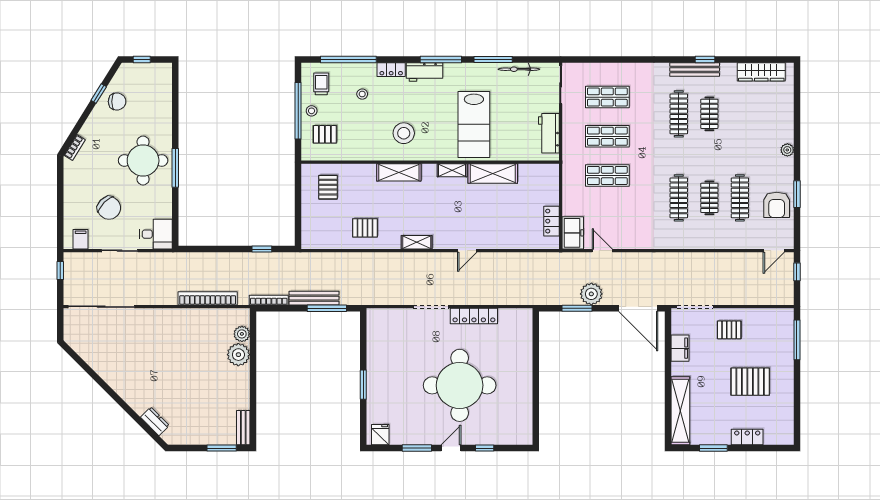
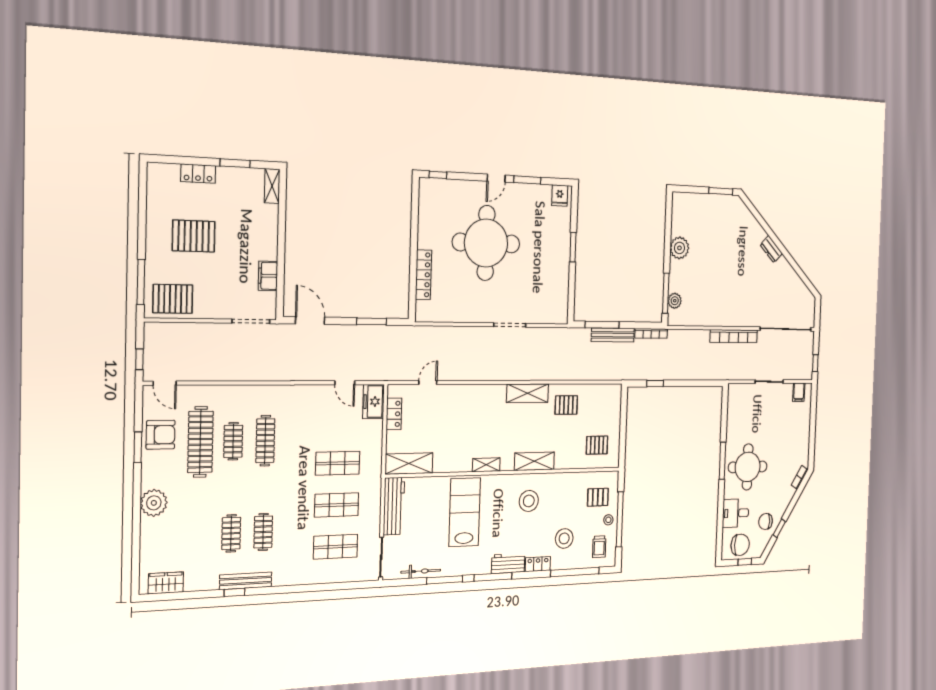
wardrobe: (761, 72) -> (166, 583), width x0.67
stool: (362, 94) -> (564, 538), width x1.89, depth x1.89
clothes rail: (679, 114) -> (263, 532), width x0.73
workbench: (549, 133) -> (394, 506), width x1.38
plant: (787, 150) -> (154, 503), width x1.88, depth x1.88
shelving: (493, 173) -> (409, 464), moved
pallet: (328, 187) -> (597, 445), turned 90
clothes rail: (740, 198) -> (200, 442), width x1.37, depth x1.31
armchair: (777, 205) -> (161, 435), turned 90
chair: (109, 208) -> (740, 545), moved, turned 135
desk: (156, 234) -> (736, 513), moved
shelving: (417, 242) -> (528, 393), width x1.50, depth x1.33
door: (467, 251) -> (428, 383), moved
door: (774, 251) -> (165, 383), swing flipped
plant: (591, 294) -> (357, 336), removed
bookcase: (208, 298) -> (734, 336), moved
door: (638, 308) -> (310, 321), width x0.73
locker: (474, 316) -> (423, 275), moved, turned 90
pallet: (729, 330) -> (173, 299), moved, width x1.50, depth x1.42
window: (253, 341) -> (666, 293), added
plant: (238, 355) -> (679, 248), moved
shelving: (680, 411) -> (272, 186), width x0.45, depth x0.75
dresser: (155, 421) -> (771, 249), moved
bench: (243, 428) -> (677, 209), removed
window: (222, 448) -> (721, 191), moved
window: (485, 448) -> (438, 175), moved

